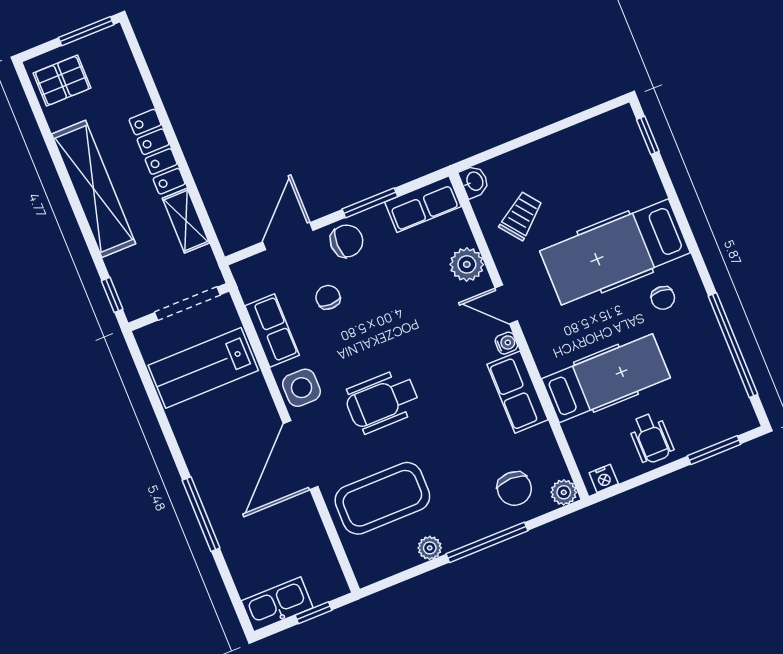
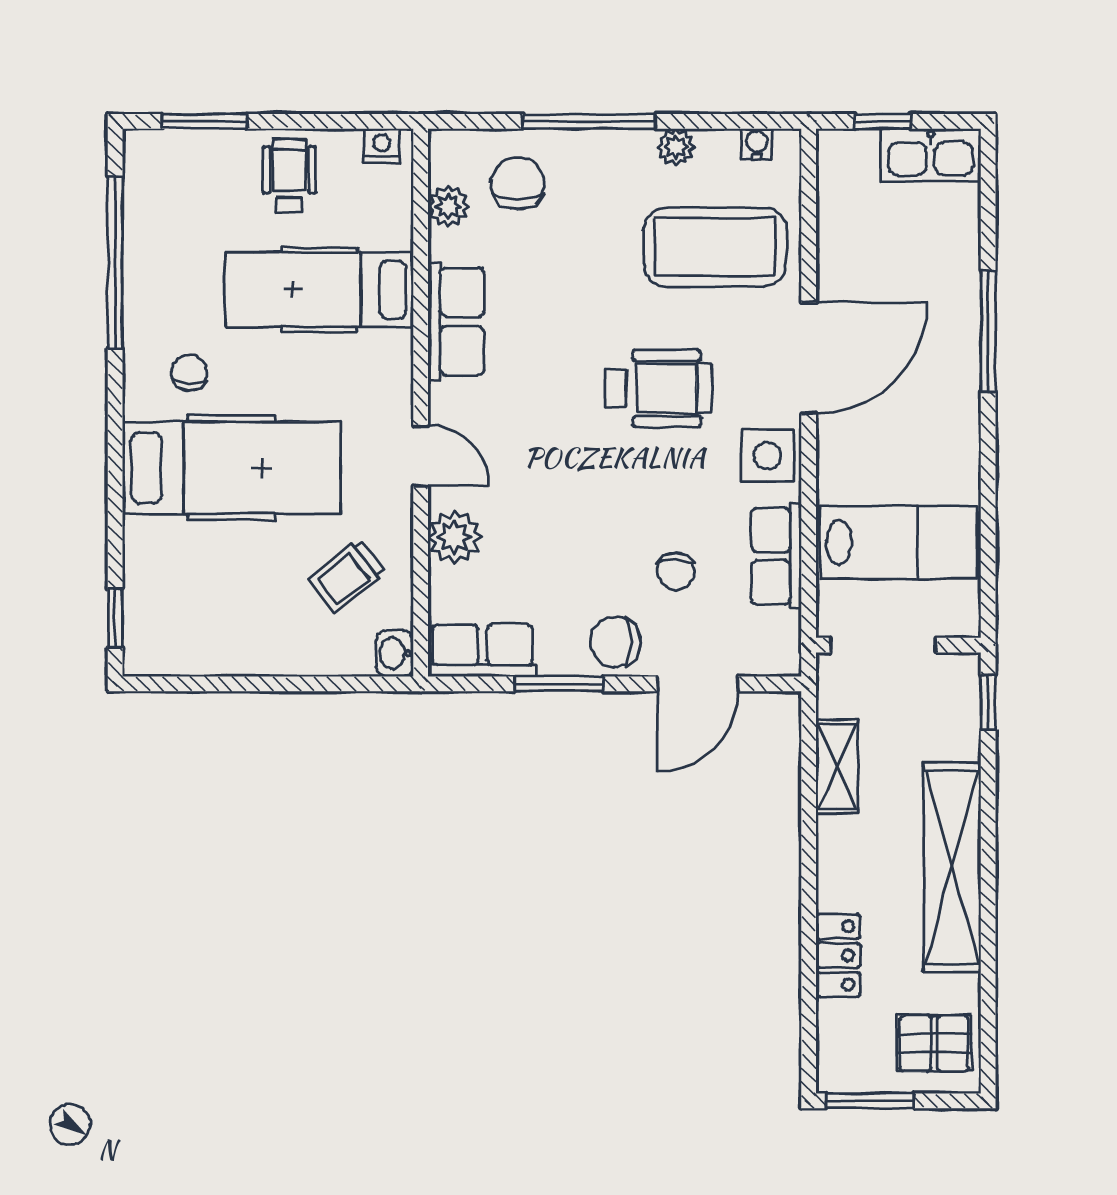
locker: (157, 152) -> (838, 955), moved, width x0.66
water cooler: (506, 343) -> (757, 144), moved, turned 90
plant: (564, 492) -> (448, 206), moved

